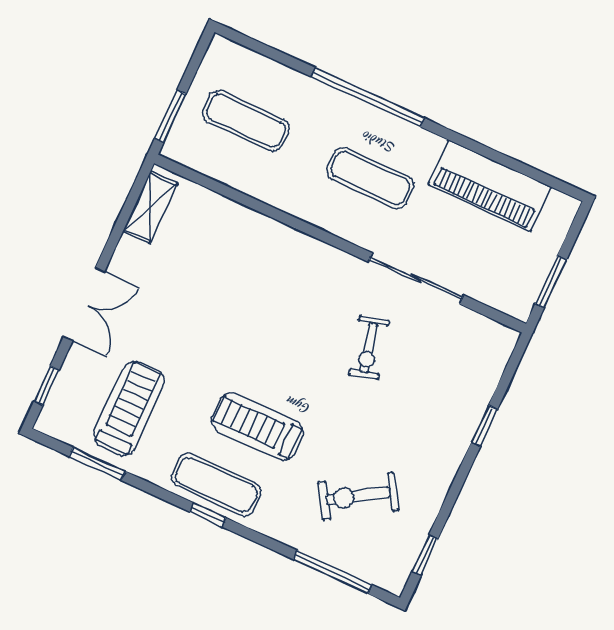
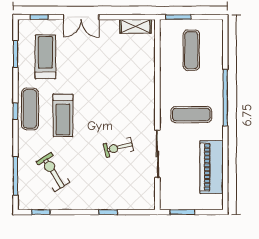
exercise mat: (370, 178) -> (191, 115), turned 90
treadmill: (129, 409) -> (45, 57), turned -90
treadmill: (258, 426) -> (63, 115), turned 180

